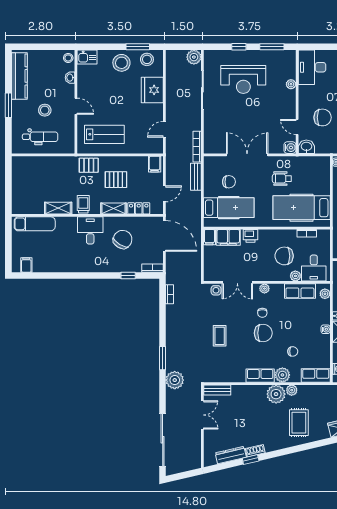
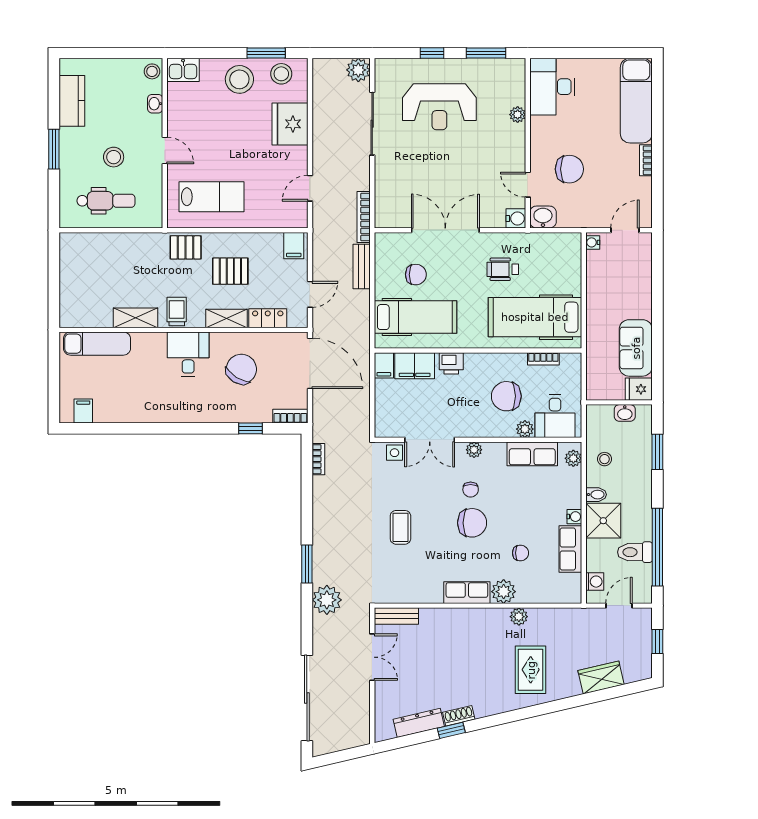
kitchen counter: (19, 76) -> (72, 101), width x0.67
row of seats: (316, 375) -> (570, 549), moved, turned -90
plant: (276, 394) -> (493, 623), removed

